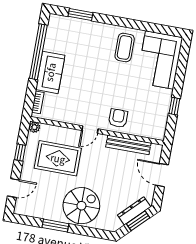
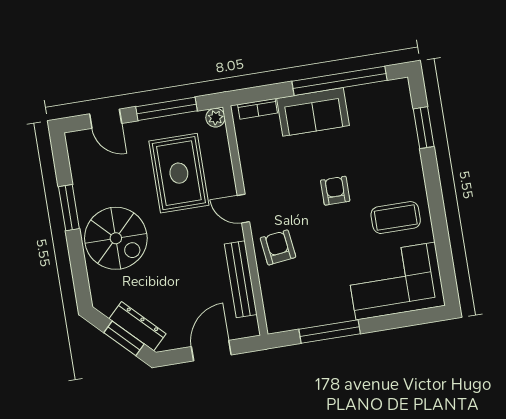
armchair: (98, 76) -> (335, 191), added
window: (174, 106) -> (330, 331), width x2.17
armchair: (118, 118) -> (278, 247), turned -97
window: (20, 152) -> (167, 109), width x2.17

